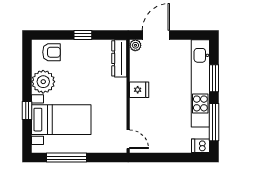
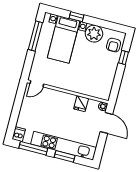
window: (83, 35) -> (123, 57), moved
dresser: (119, 58) -> (96, 92), removed
fridge: (139, 90) -> (81, 104), moved

